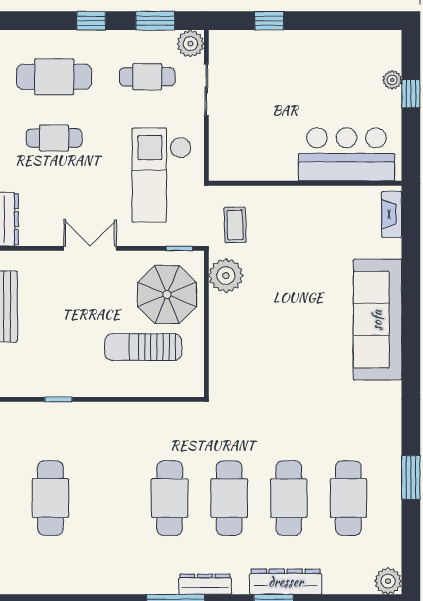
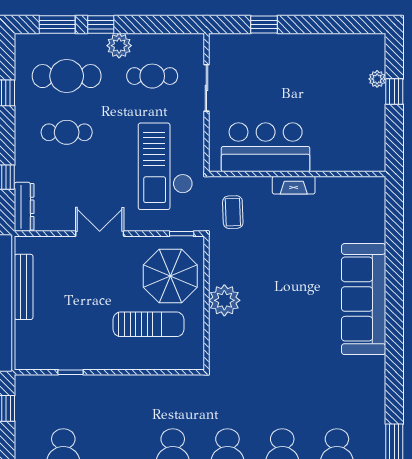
window: (155, 21) -> (57, 25), moved
plant: (190, 44) -> (119, 46), moved
bar counter: (346, 154) -> (266, 147), moved
fireplace: (392, 214) -> (294, 185), moved, turned -90
plant: (226, 276) -> (224, 300), moved
sun lounger: (143, 347) -> (149, 324), turned 180

